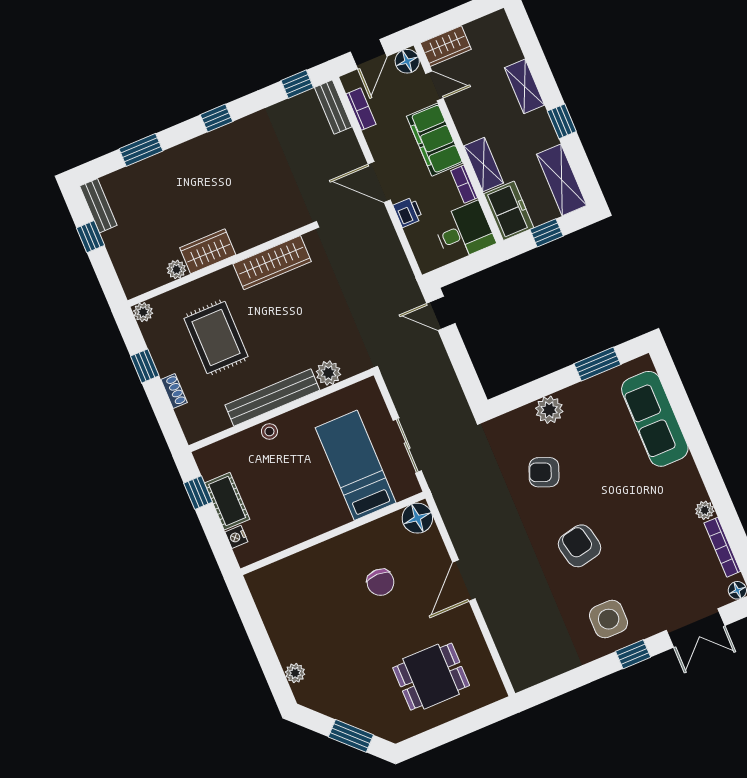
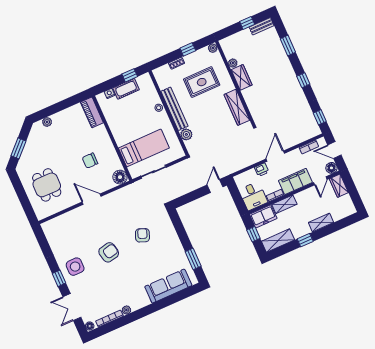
bench: (333, 107) -> (310, 134), removed
plant: (549, 410) -> (171, 237), removed
piano: (277, 576) -> (92, 112), added

